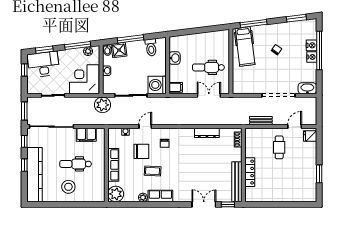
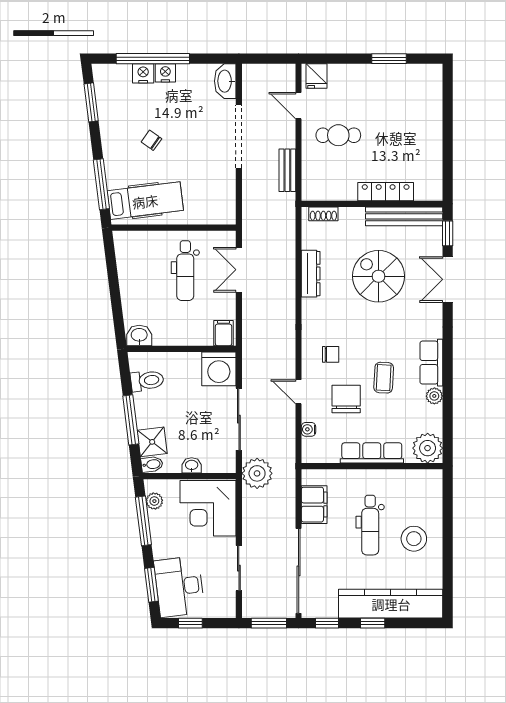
washbasin: (175, 58) -> (139, 335), moved
spiral stairs: (205, 168) -> (378, 276), added

